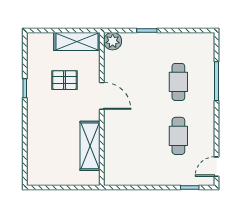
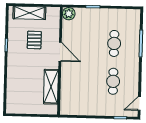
shelving: (77, 41) -> (29, 13), moved
pallet: (64, 80) -> (34, 40), turned 90

